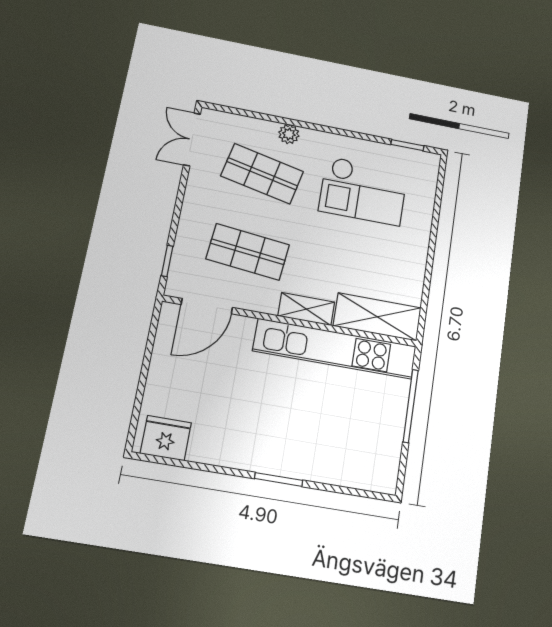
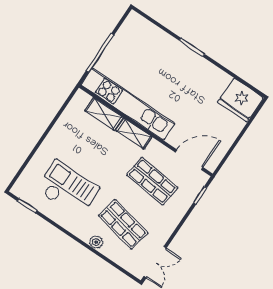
shelving: (377, 317) -> (104, 114), width x0.67, depth x0.75
fridge: (166, 438) -> (240, 100), width x1.36, depth x1.34

